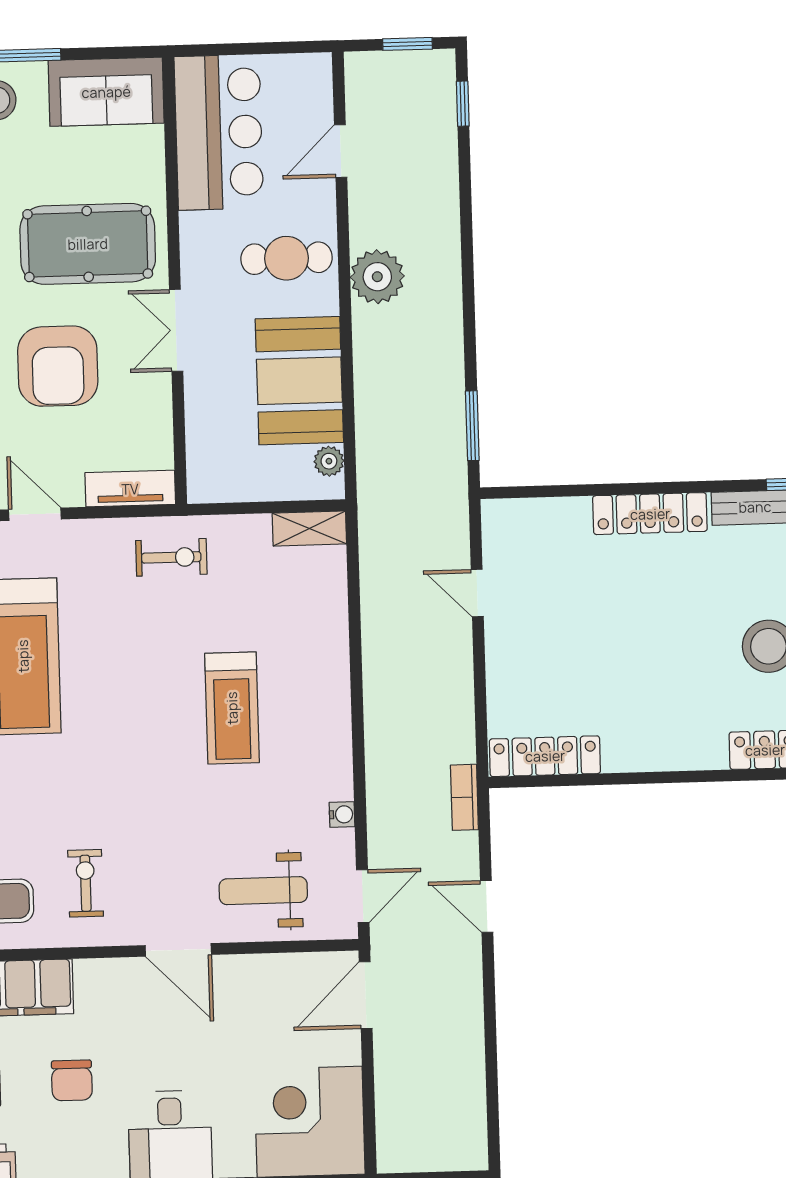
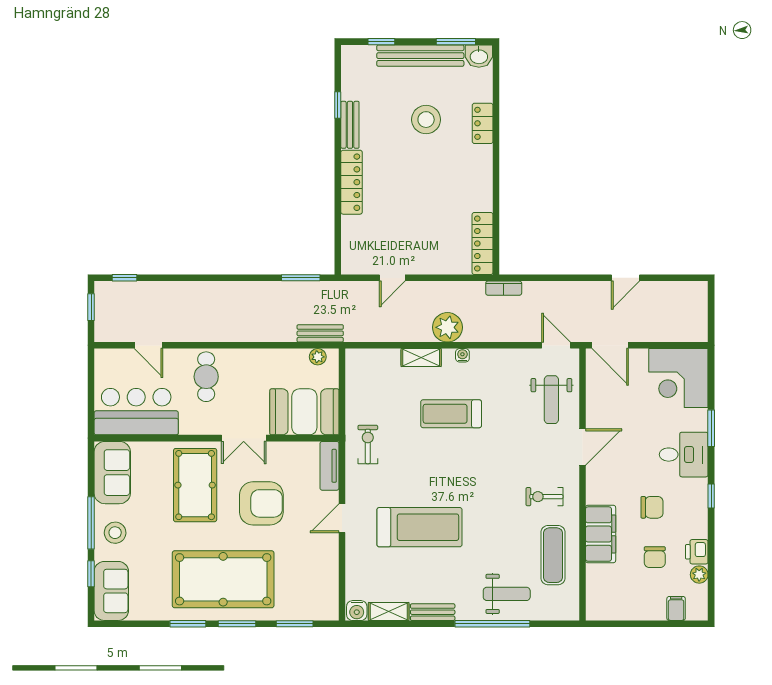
plant: (377, 277) -> (447, 327), moved
booth: (299, 381) -> (304, 412), moved
bench: (372, 464) -> (320, 333), added
shelving: (309, 528) -> (421, 358), moved, turned 90
treadmill: (232, 708) -> (451, 414), turned 180
water cooler: (342, 814) -> (462, 355), moved
door: (487, 906) -> (625, 278), moved

